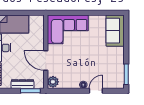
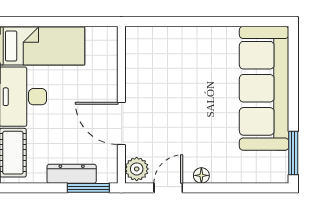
corner sofa: (68, 29) -> (168, 57), removed
sofa: (115, 31) -> (264, 88), width x1.85, depth x1.27
door: (96, 91) -> (168, 188), moved

